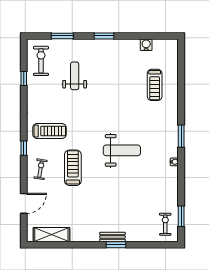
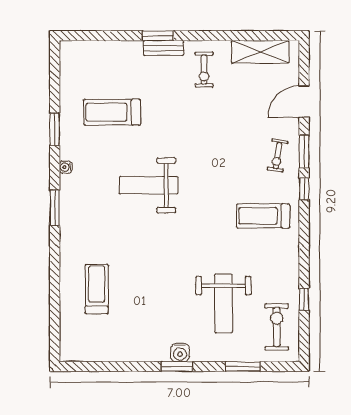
water cooler: (146, 45) -> (180, 353), moved
exercise bike: (41, 61) -> (277, 327), turned 180
weight bench: (75, 76) -> (223, 303), width x1.36, depth x1.33
treadmill: (73, 168) -> (112, 112), moved, turned 90
window: (24, 172) -> (304, 151), added
window: (181, 216) -> (55, 129), moved
exercise bike: (165, 224) -> (204, 70), moved

